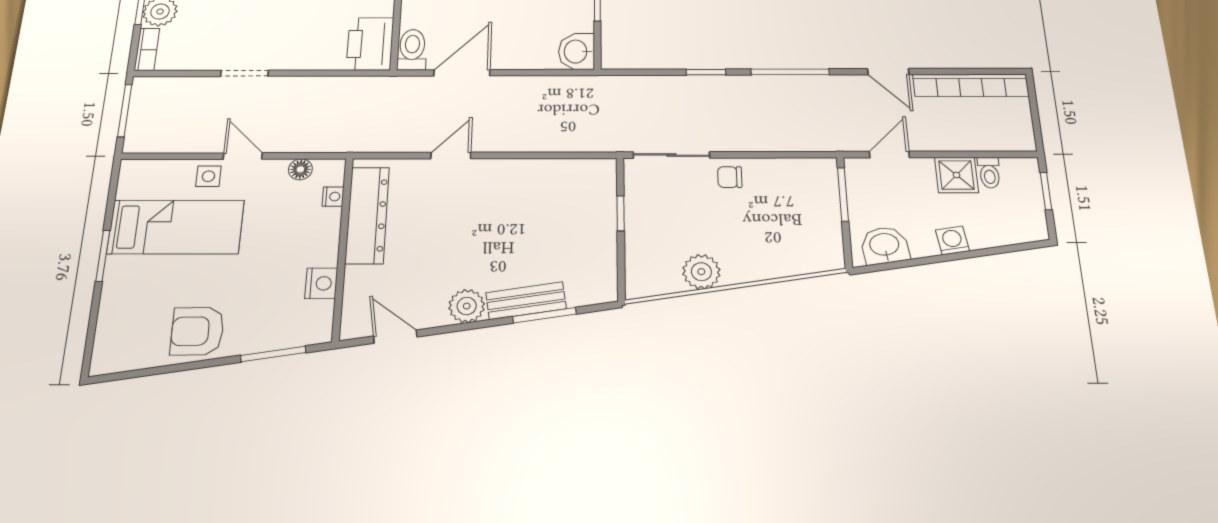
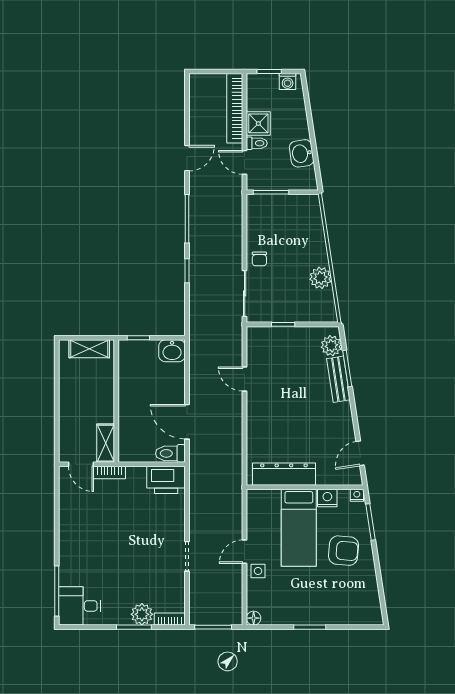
bookcase: (971, 85) -> (235, 108), moved, turned 180
door: (451, 156) -> (245, 379), moved
floor lamp: (300, 169) -> (254, 618), moved
toilet: (989, 173) -> (257, 143), moved
nightstand: (333, 197) -> (357, 495), moved
bed: (176, 227) -> (299, 528), moved, turned 180
washing machine: (952, 240) -> (288, 82), moved, turned -81
washbasin: (884, 245) -> (302, 153), moved
plant: (467, 306) -> (331, 346), moved
armchair: (197, 331) -> (344, 551), moved, turned -84

